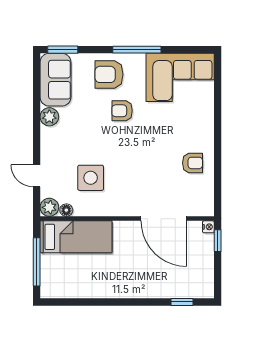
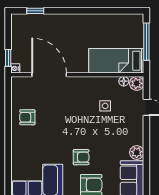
side table: (91, 178) -> (105, 106), width x0.54, depth x0.54

